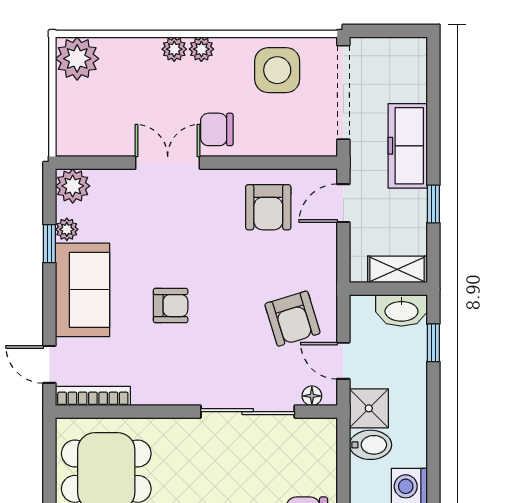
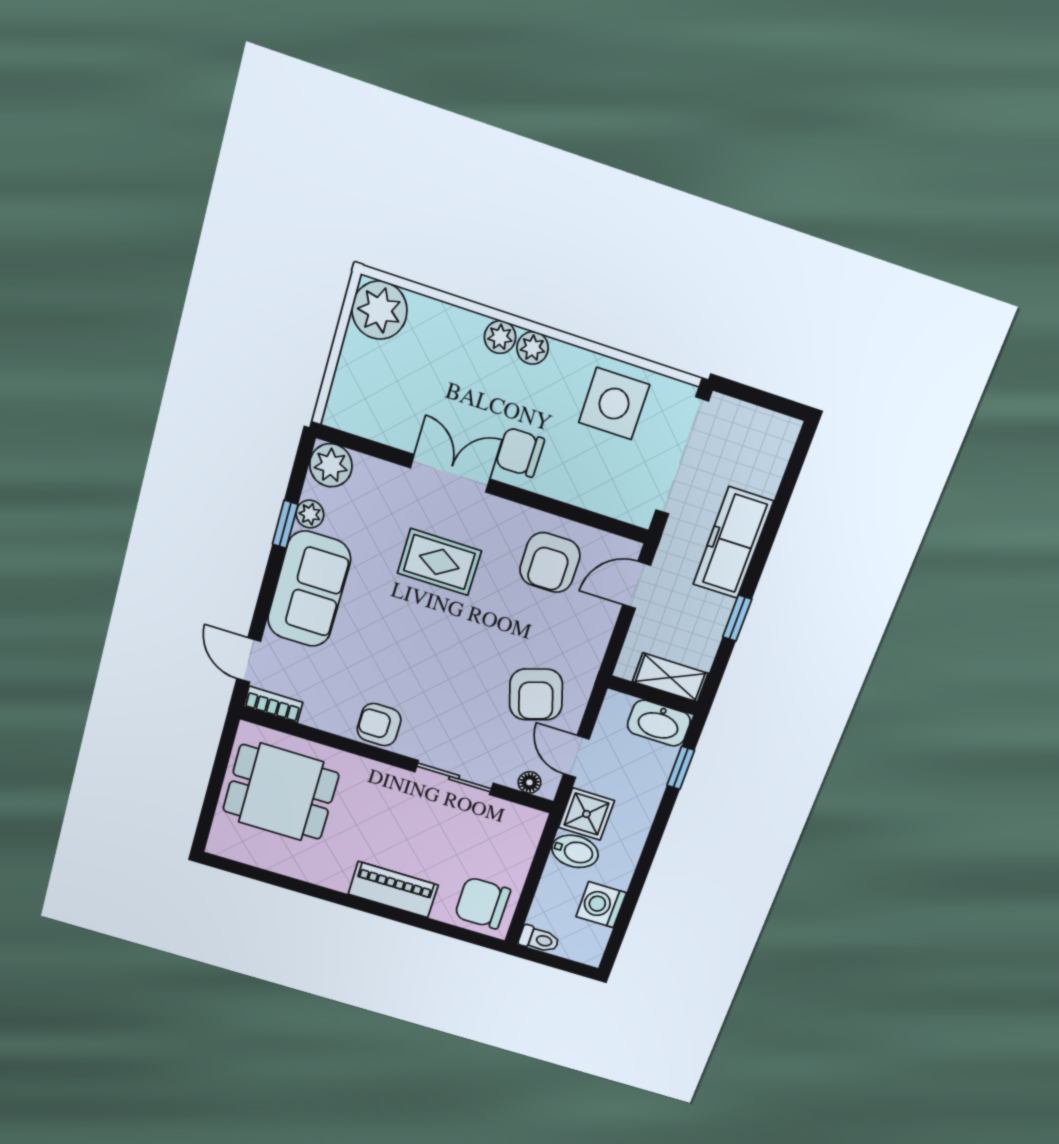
rug: (180, 235) -> (439, 562), added
armchair: (171, 306) -> (379, 725), moved, turned 180
bookcase: (93, 396) -> (273, 704), width x0.64
sliding door: (248, 412) -> (454, 777), width x0.73

